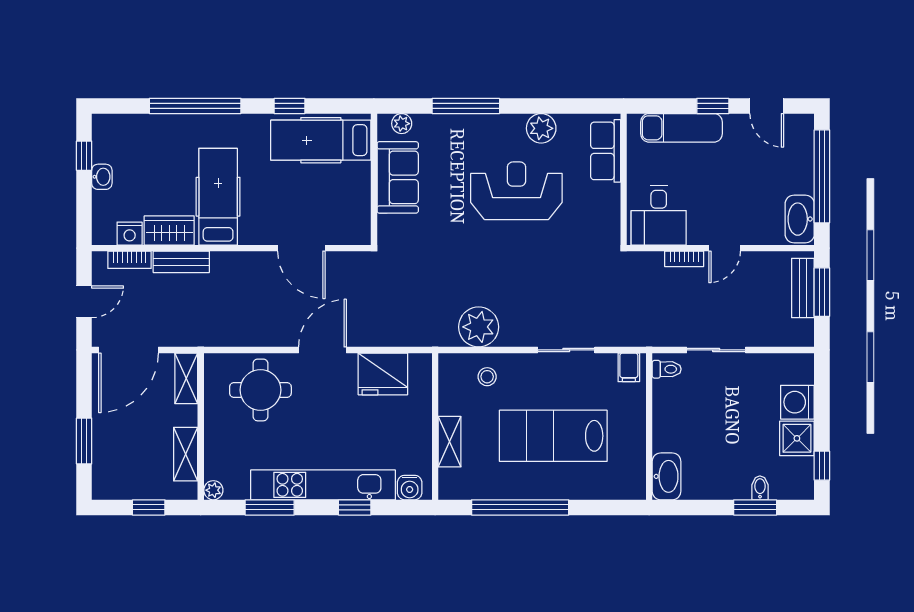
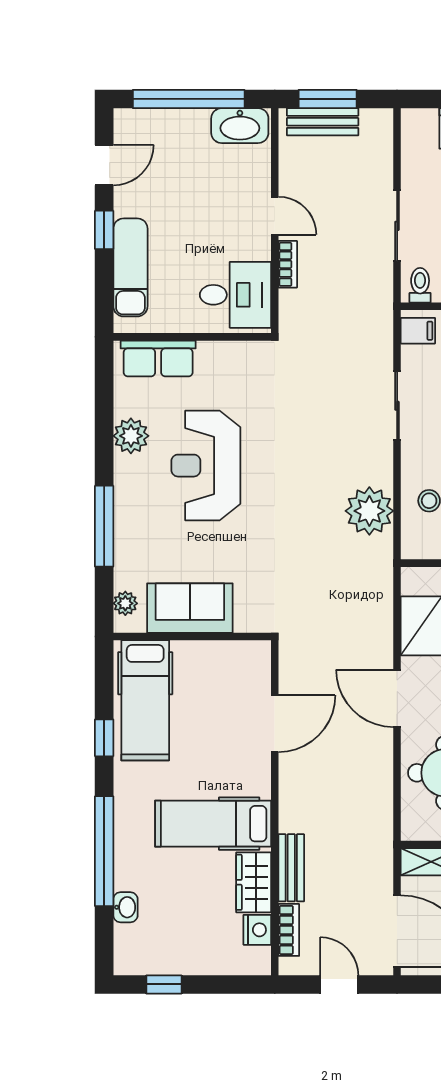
washbasin: (102, 177) -> (125, 907), moved, turned 90

